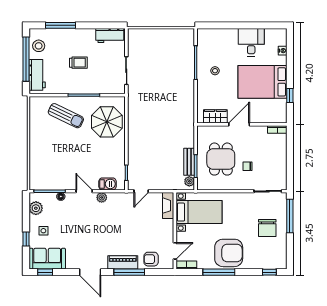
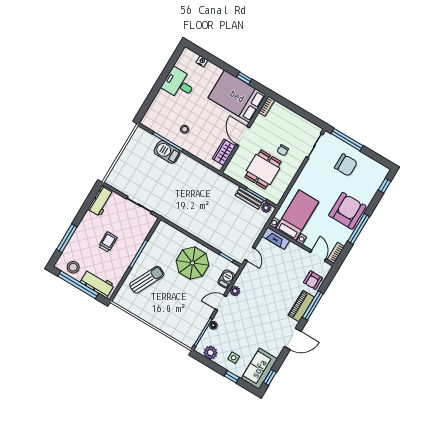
barbecue: (186, 67) -> (167, 152), added
bed: (262, 82) -> (237, 96), moved, turned 90
parasol: (107, 122) -> (192, 263), moved
dining table: (221, 159) -> (263, 169), turned 90

